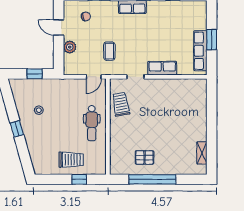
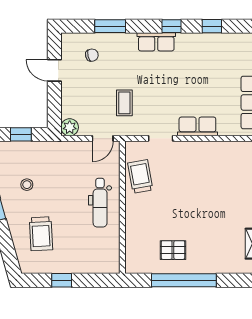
plant: (70, 47) -> (70, 127), moved
trolley: (71, 160) -> (41, 234), moved, turned 87
window: (79, 179) -> (62, 280), moved

